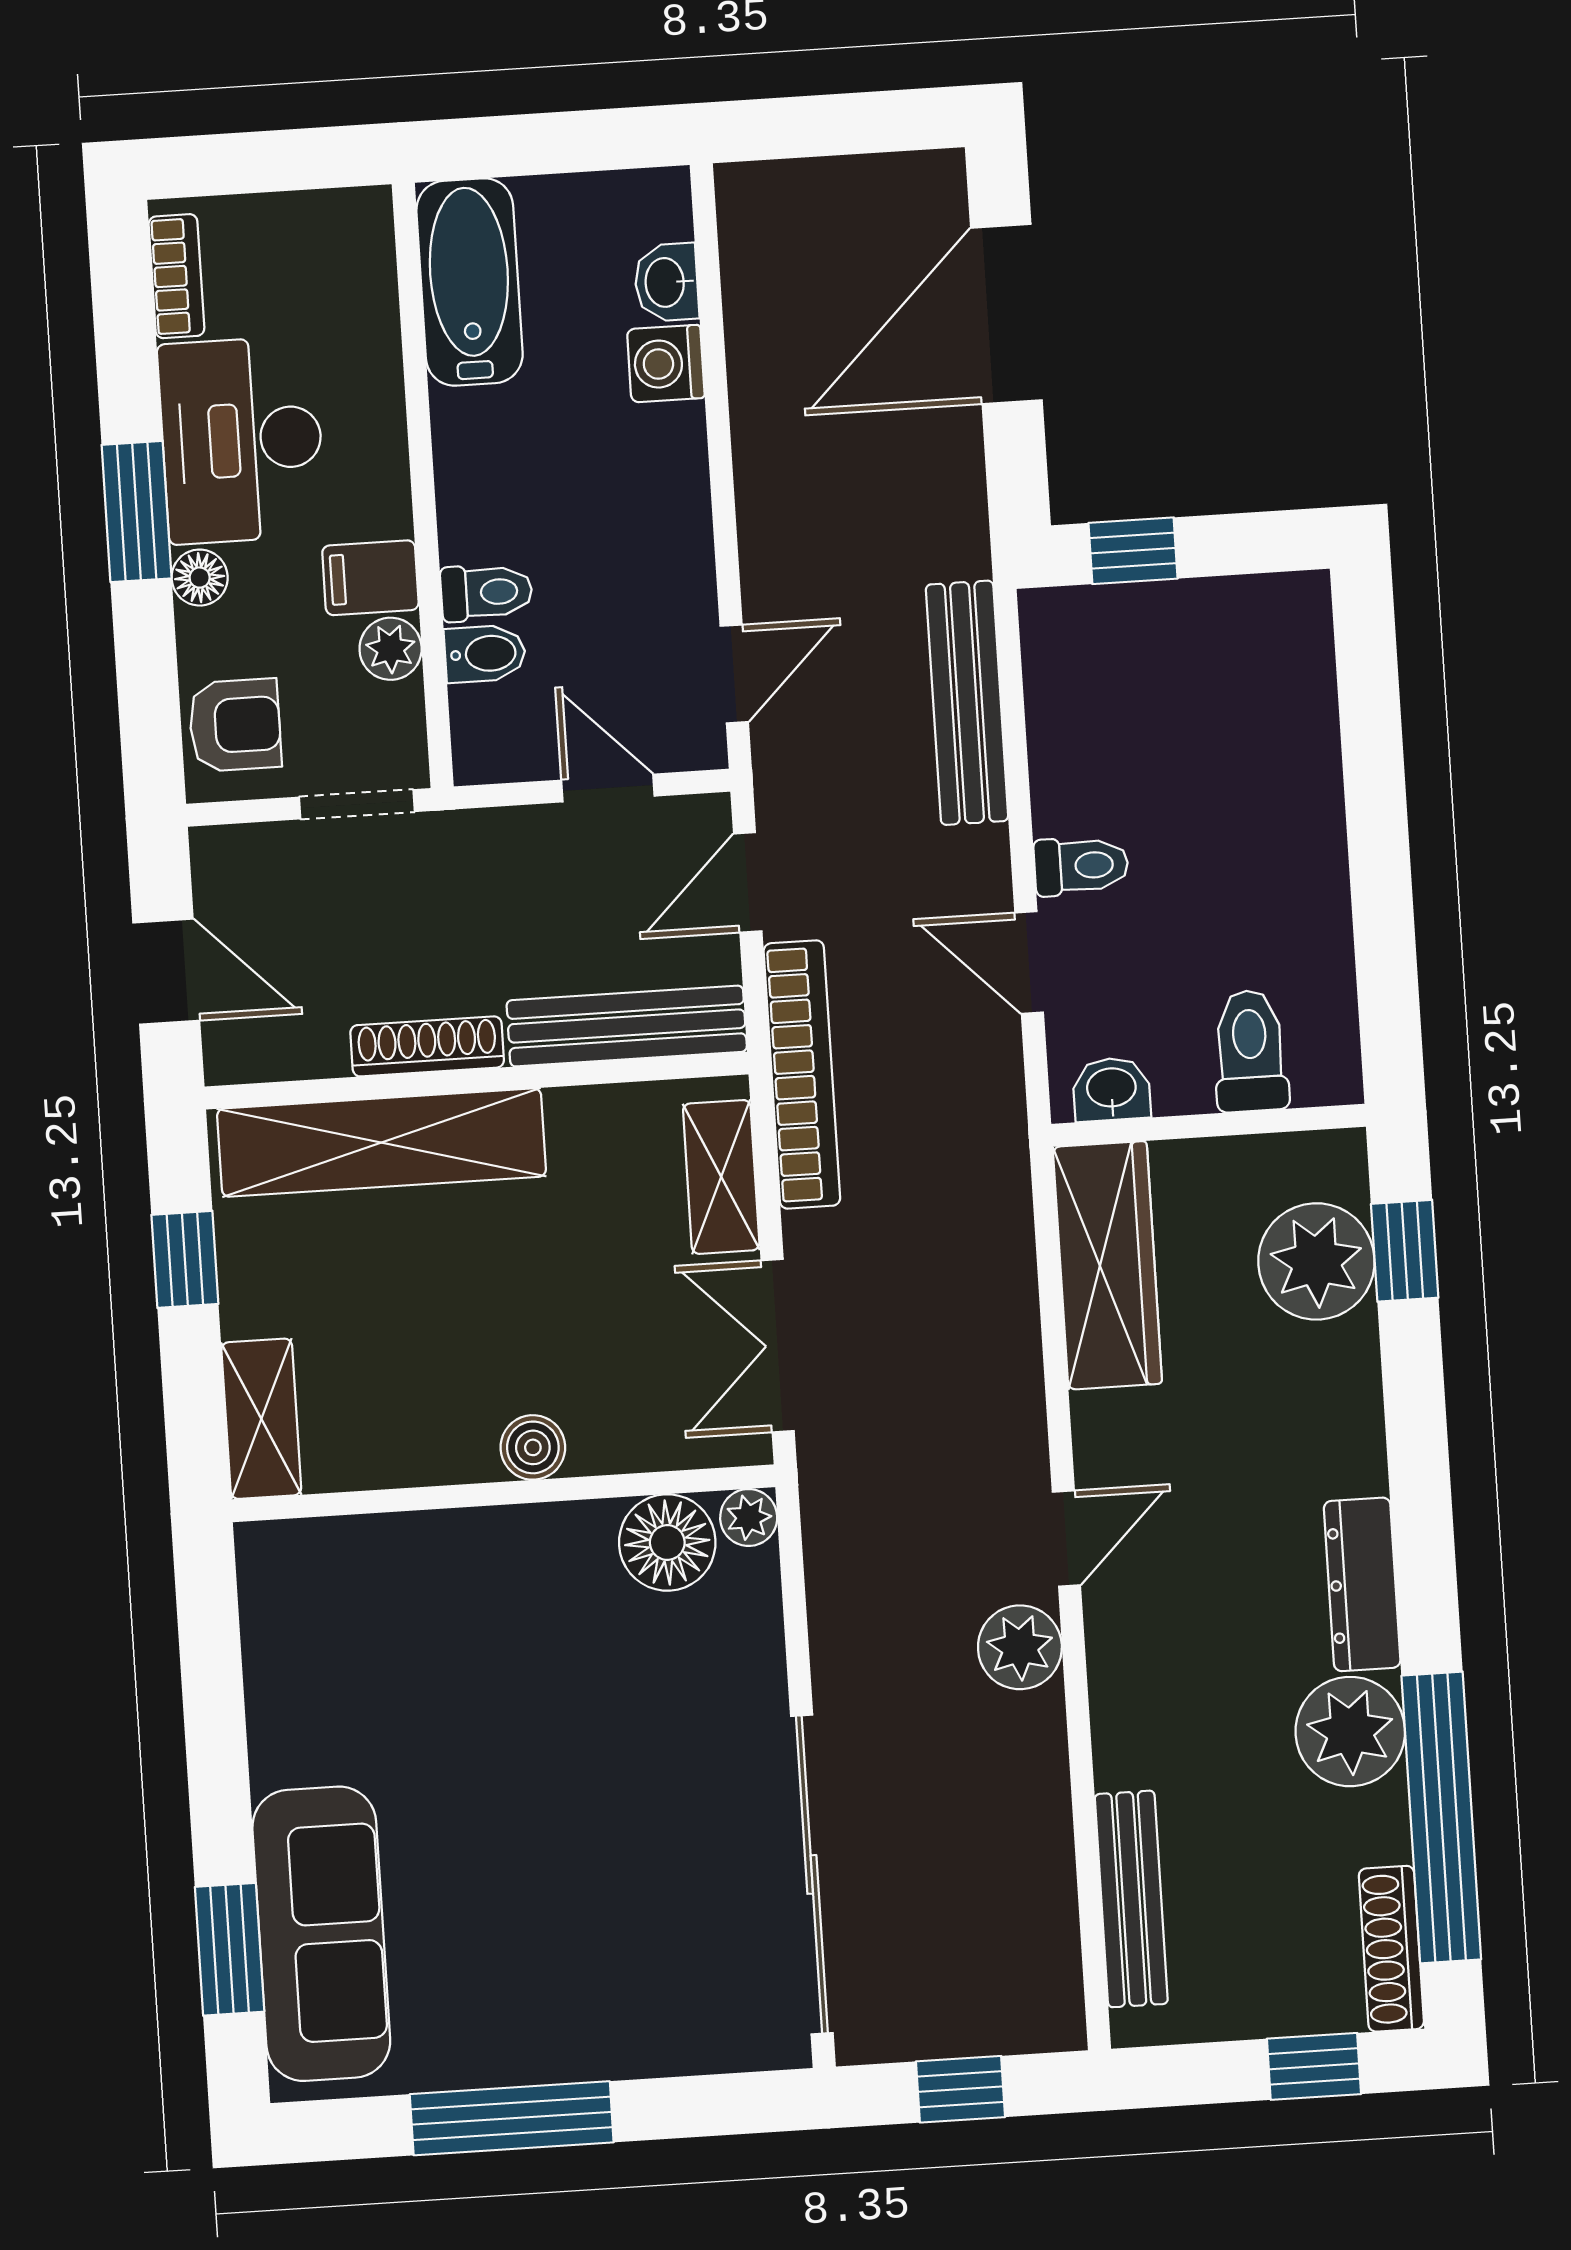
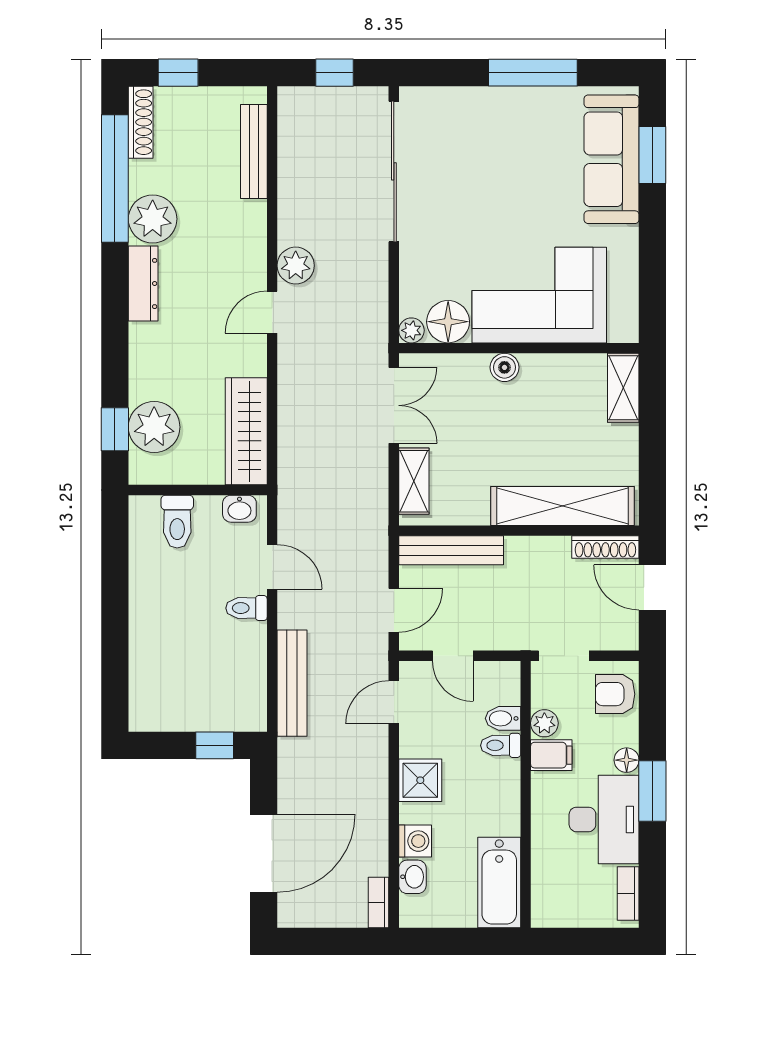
shower: (663, 502) -> (420, 780), added
shoe rack: (427, 1046) -> (605, 547), moved
bookcase: (802, 1074) -> (379, 902), moved, width x0.43, depth x0.76
window: (185, 1259) -> (652, 460), removed
corner sofa: (465, 1616) -> (539, 295), added

